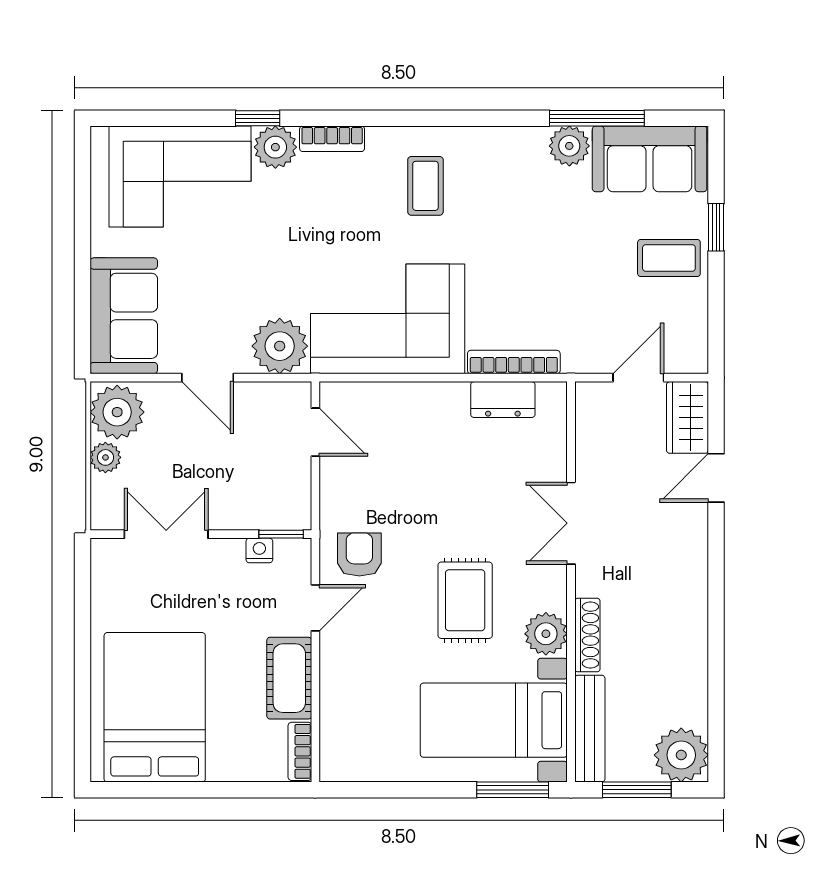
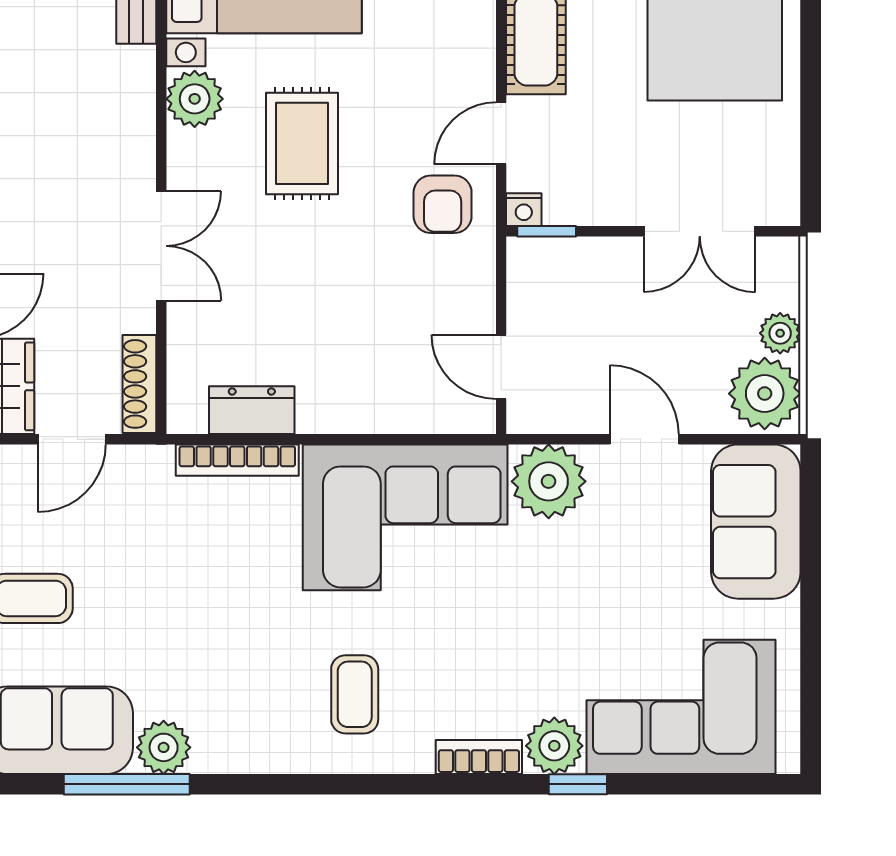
nightstand: (259, 550) -> (524, 210), moved
shoe rack: (587, 635) -> (139, 384), moved

